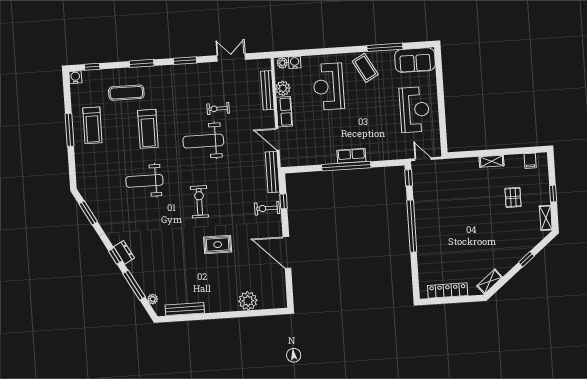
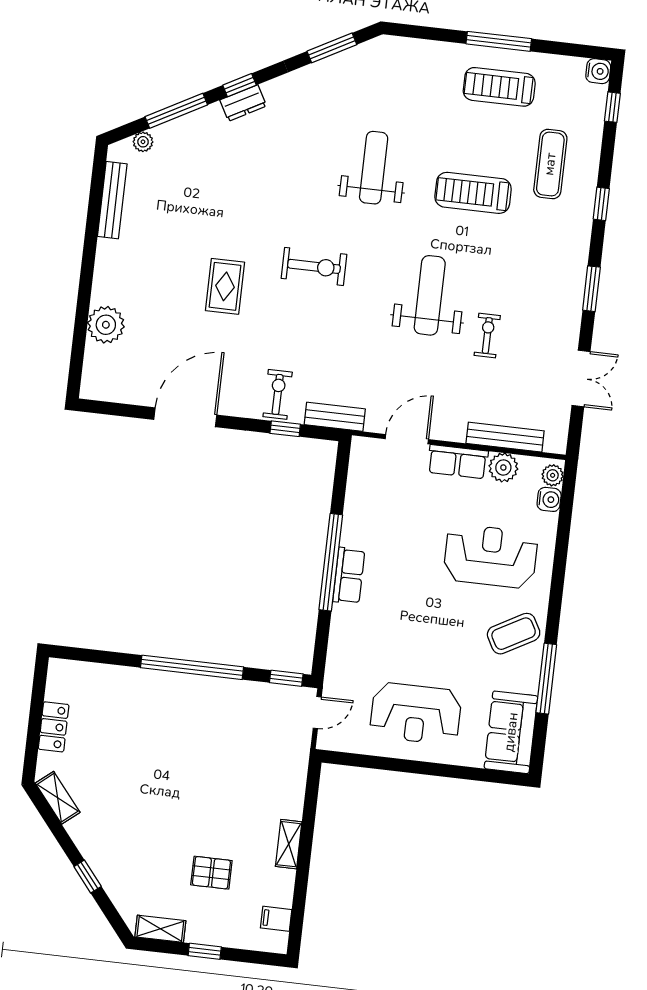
window: (142, 63) -> (601, 204), width x0.67
bench: (273, 172) -> (335, 417), width x0.73
locker: (448, 290) -> (54, 727), width x0.66

